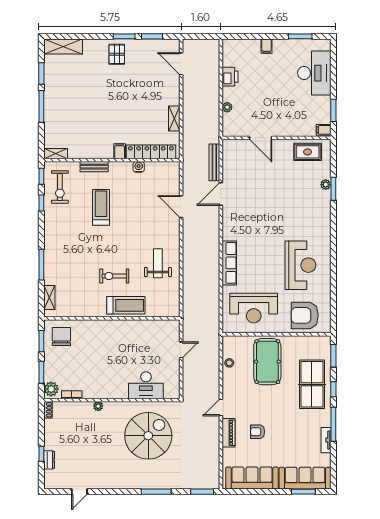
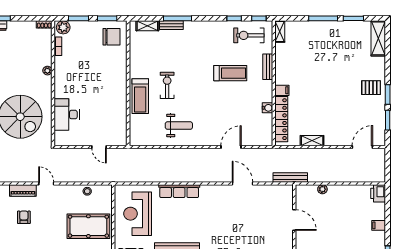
printer: (230, 77) -> (378, 193), moved, turned 90
door: (261, 138) -> (294, 220), swing flipped
bench: (214, 162) -> (290, 177), moved
bench: (49, 271) -> (171, 25), added

